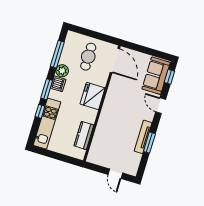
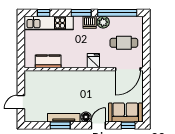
window: (57, 54) -> (117, 13), width x1.46
fridge: (93, 96) -> (93, 61), width x0.53, depth x0.75
window: (40, 111) -> (44, 13), moved
floor lamp: (149, 115) -> (86, 117), added

